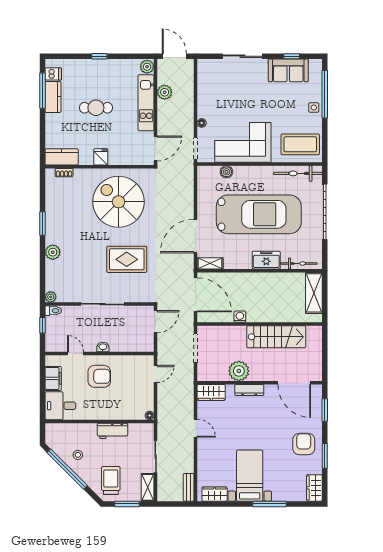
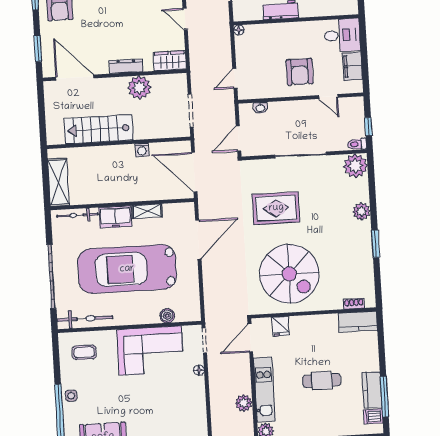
coffee table: (300, 144) -> (84, 352), width x0.54, depth x0.58
fridge: (101, 157) -> (280, 326), moved
shelving: (210, 263) -> (147, 211), moved
plant: (51, 297) -> (355, 166), width x1.87, depth x1.87
washbasin: (103, 347) -> (260, 108), moved
armchair: (99, 376) -> (300, 72), turned -90

